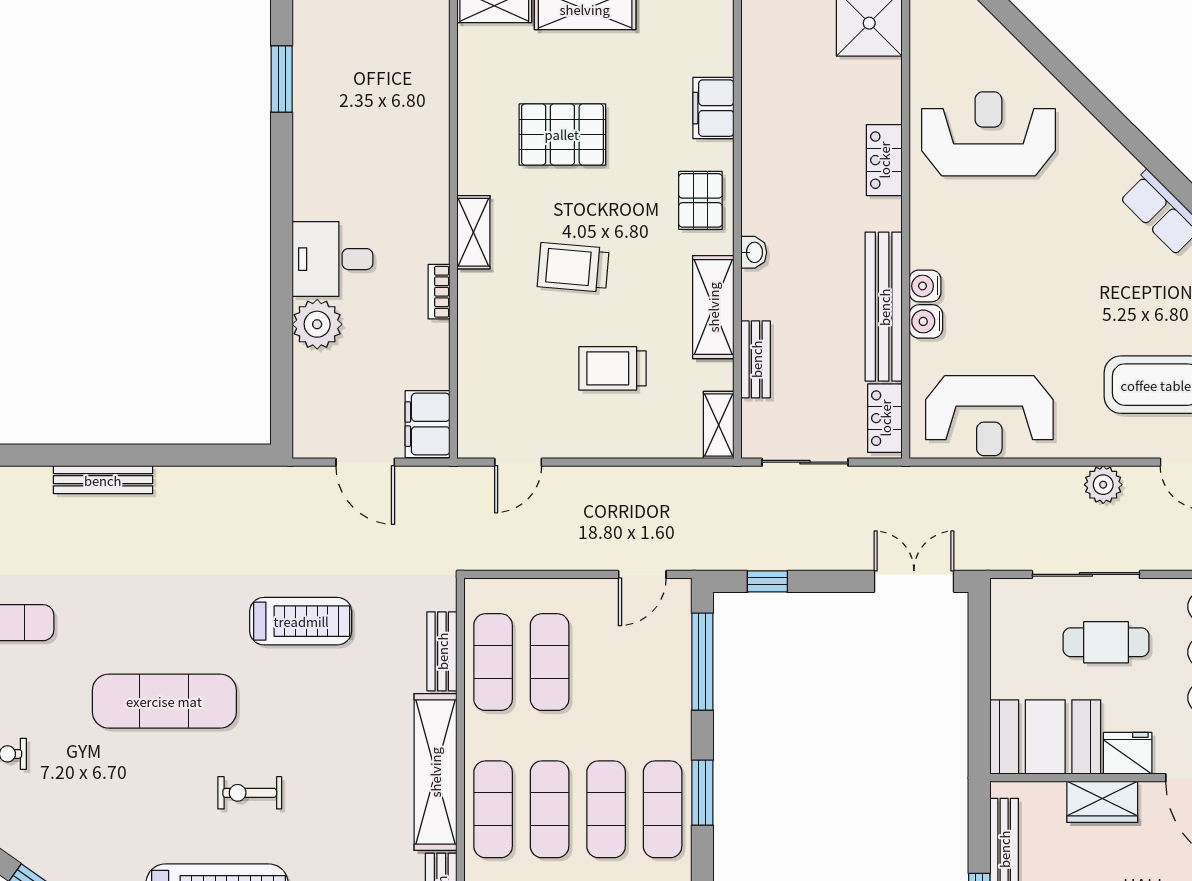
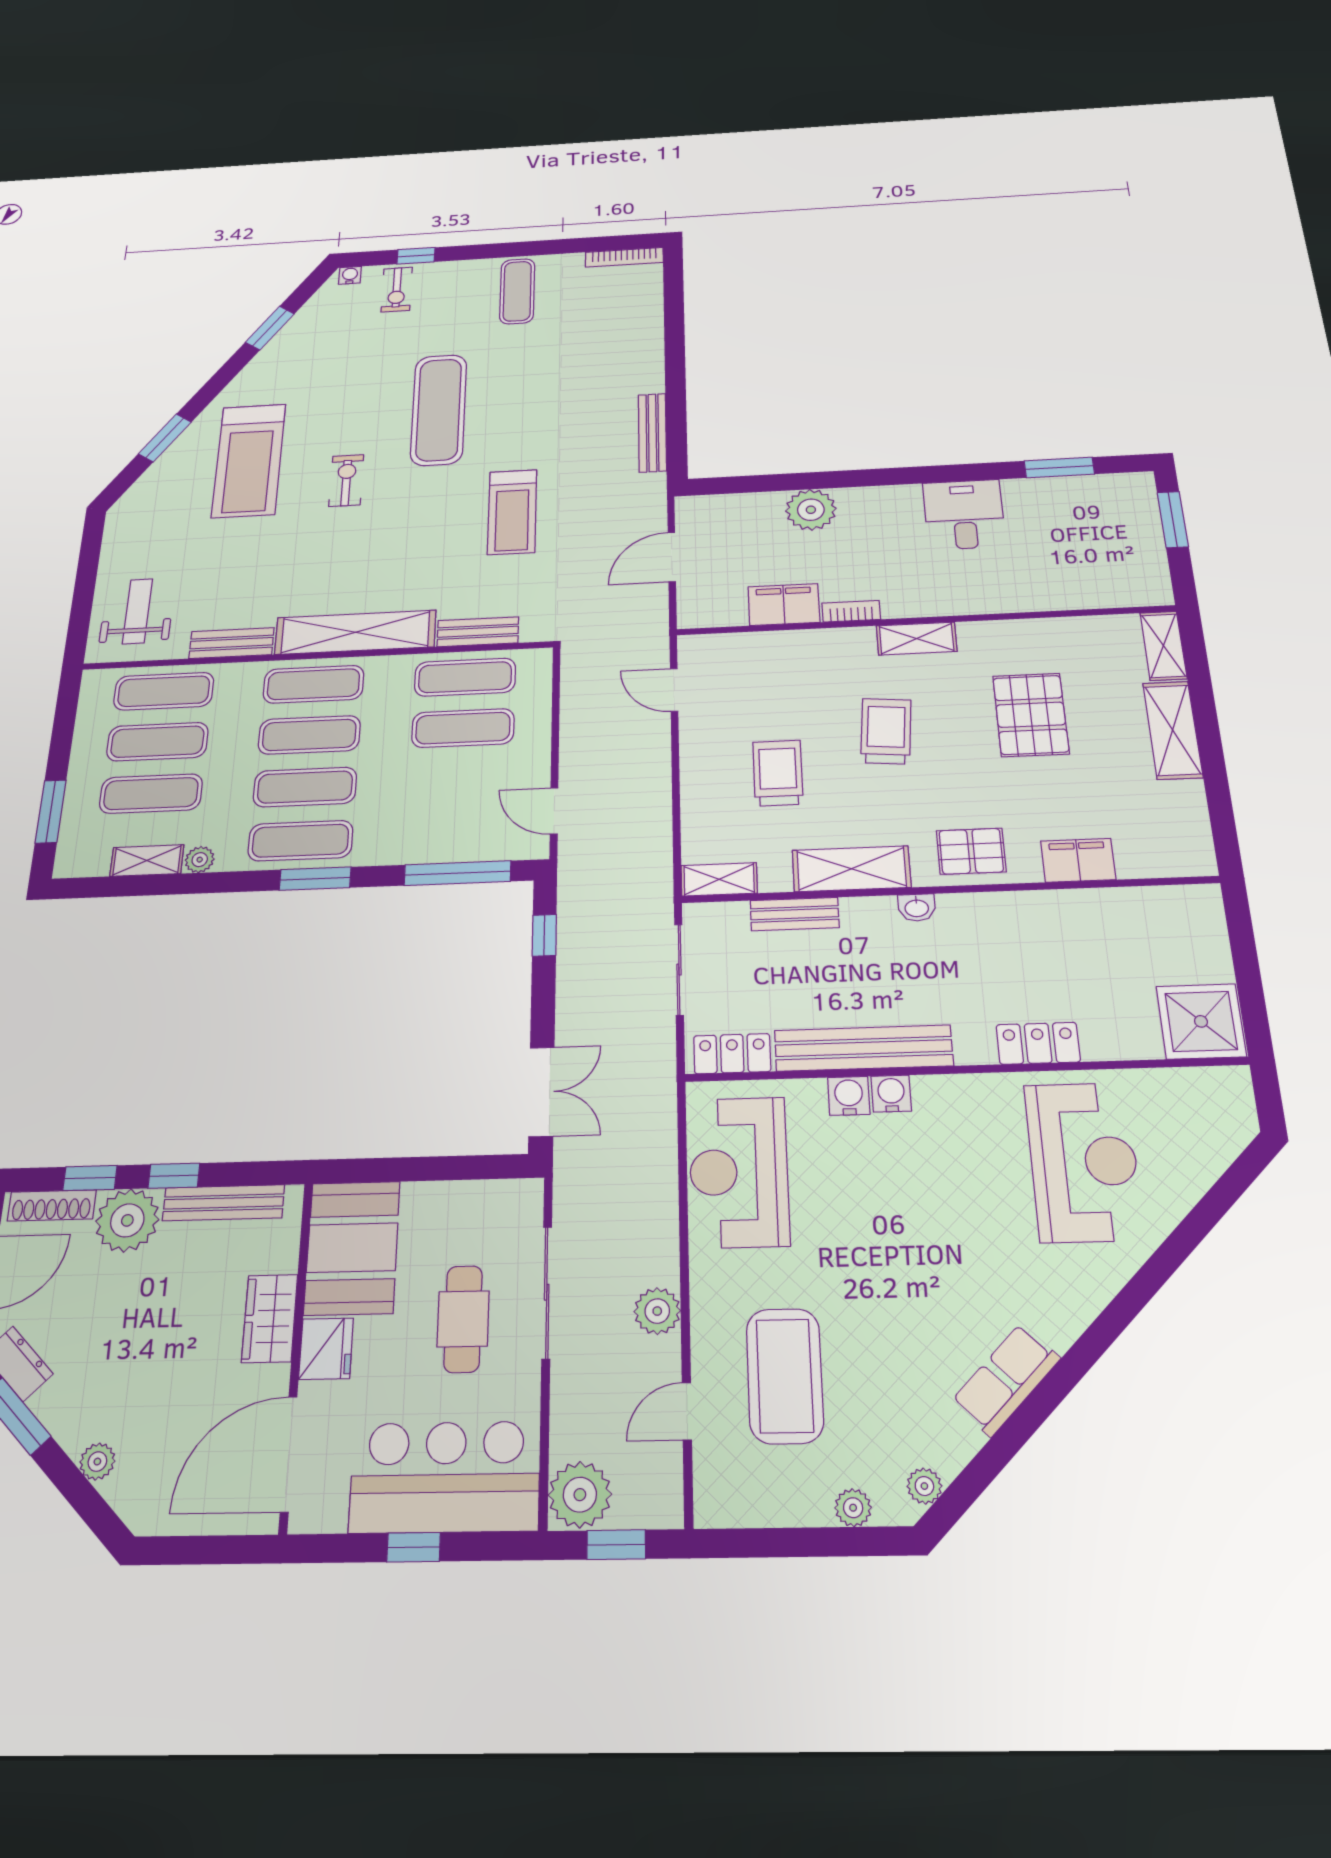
desk: (332, 259) -> (964, 515), moved
filing cabinet: (428, 424) -> (784, 604), moved
bench: (103, 480) -> (652, 433), moved

